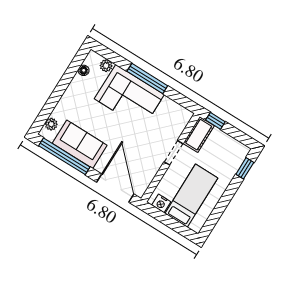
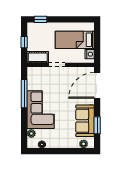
window: (147, 79) -> (24, 94), moved
window: (215, 121) -> (24, 42), moved
window: (64, 156) -> (97, 125), width x0.47

